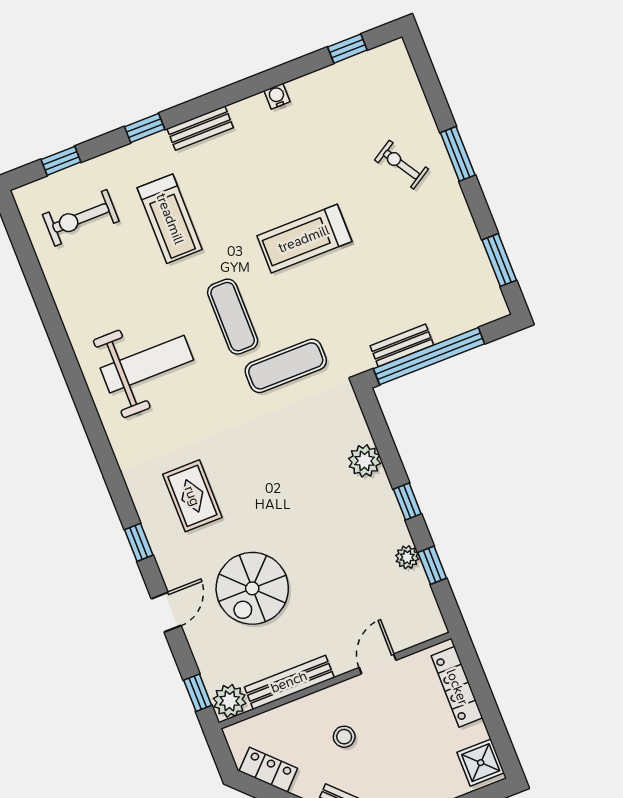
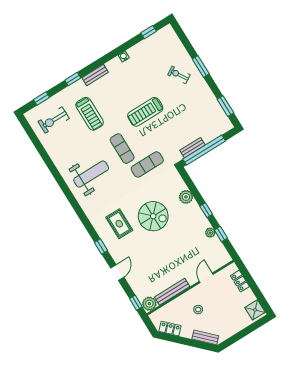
spiral stairs: (252, 588) -> (153, 216), moved, turned -90
locker: (457, 687) -> (240, 281), width x0.66

